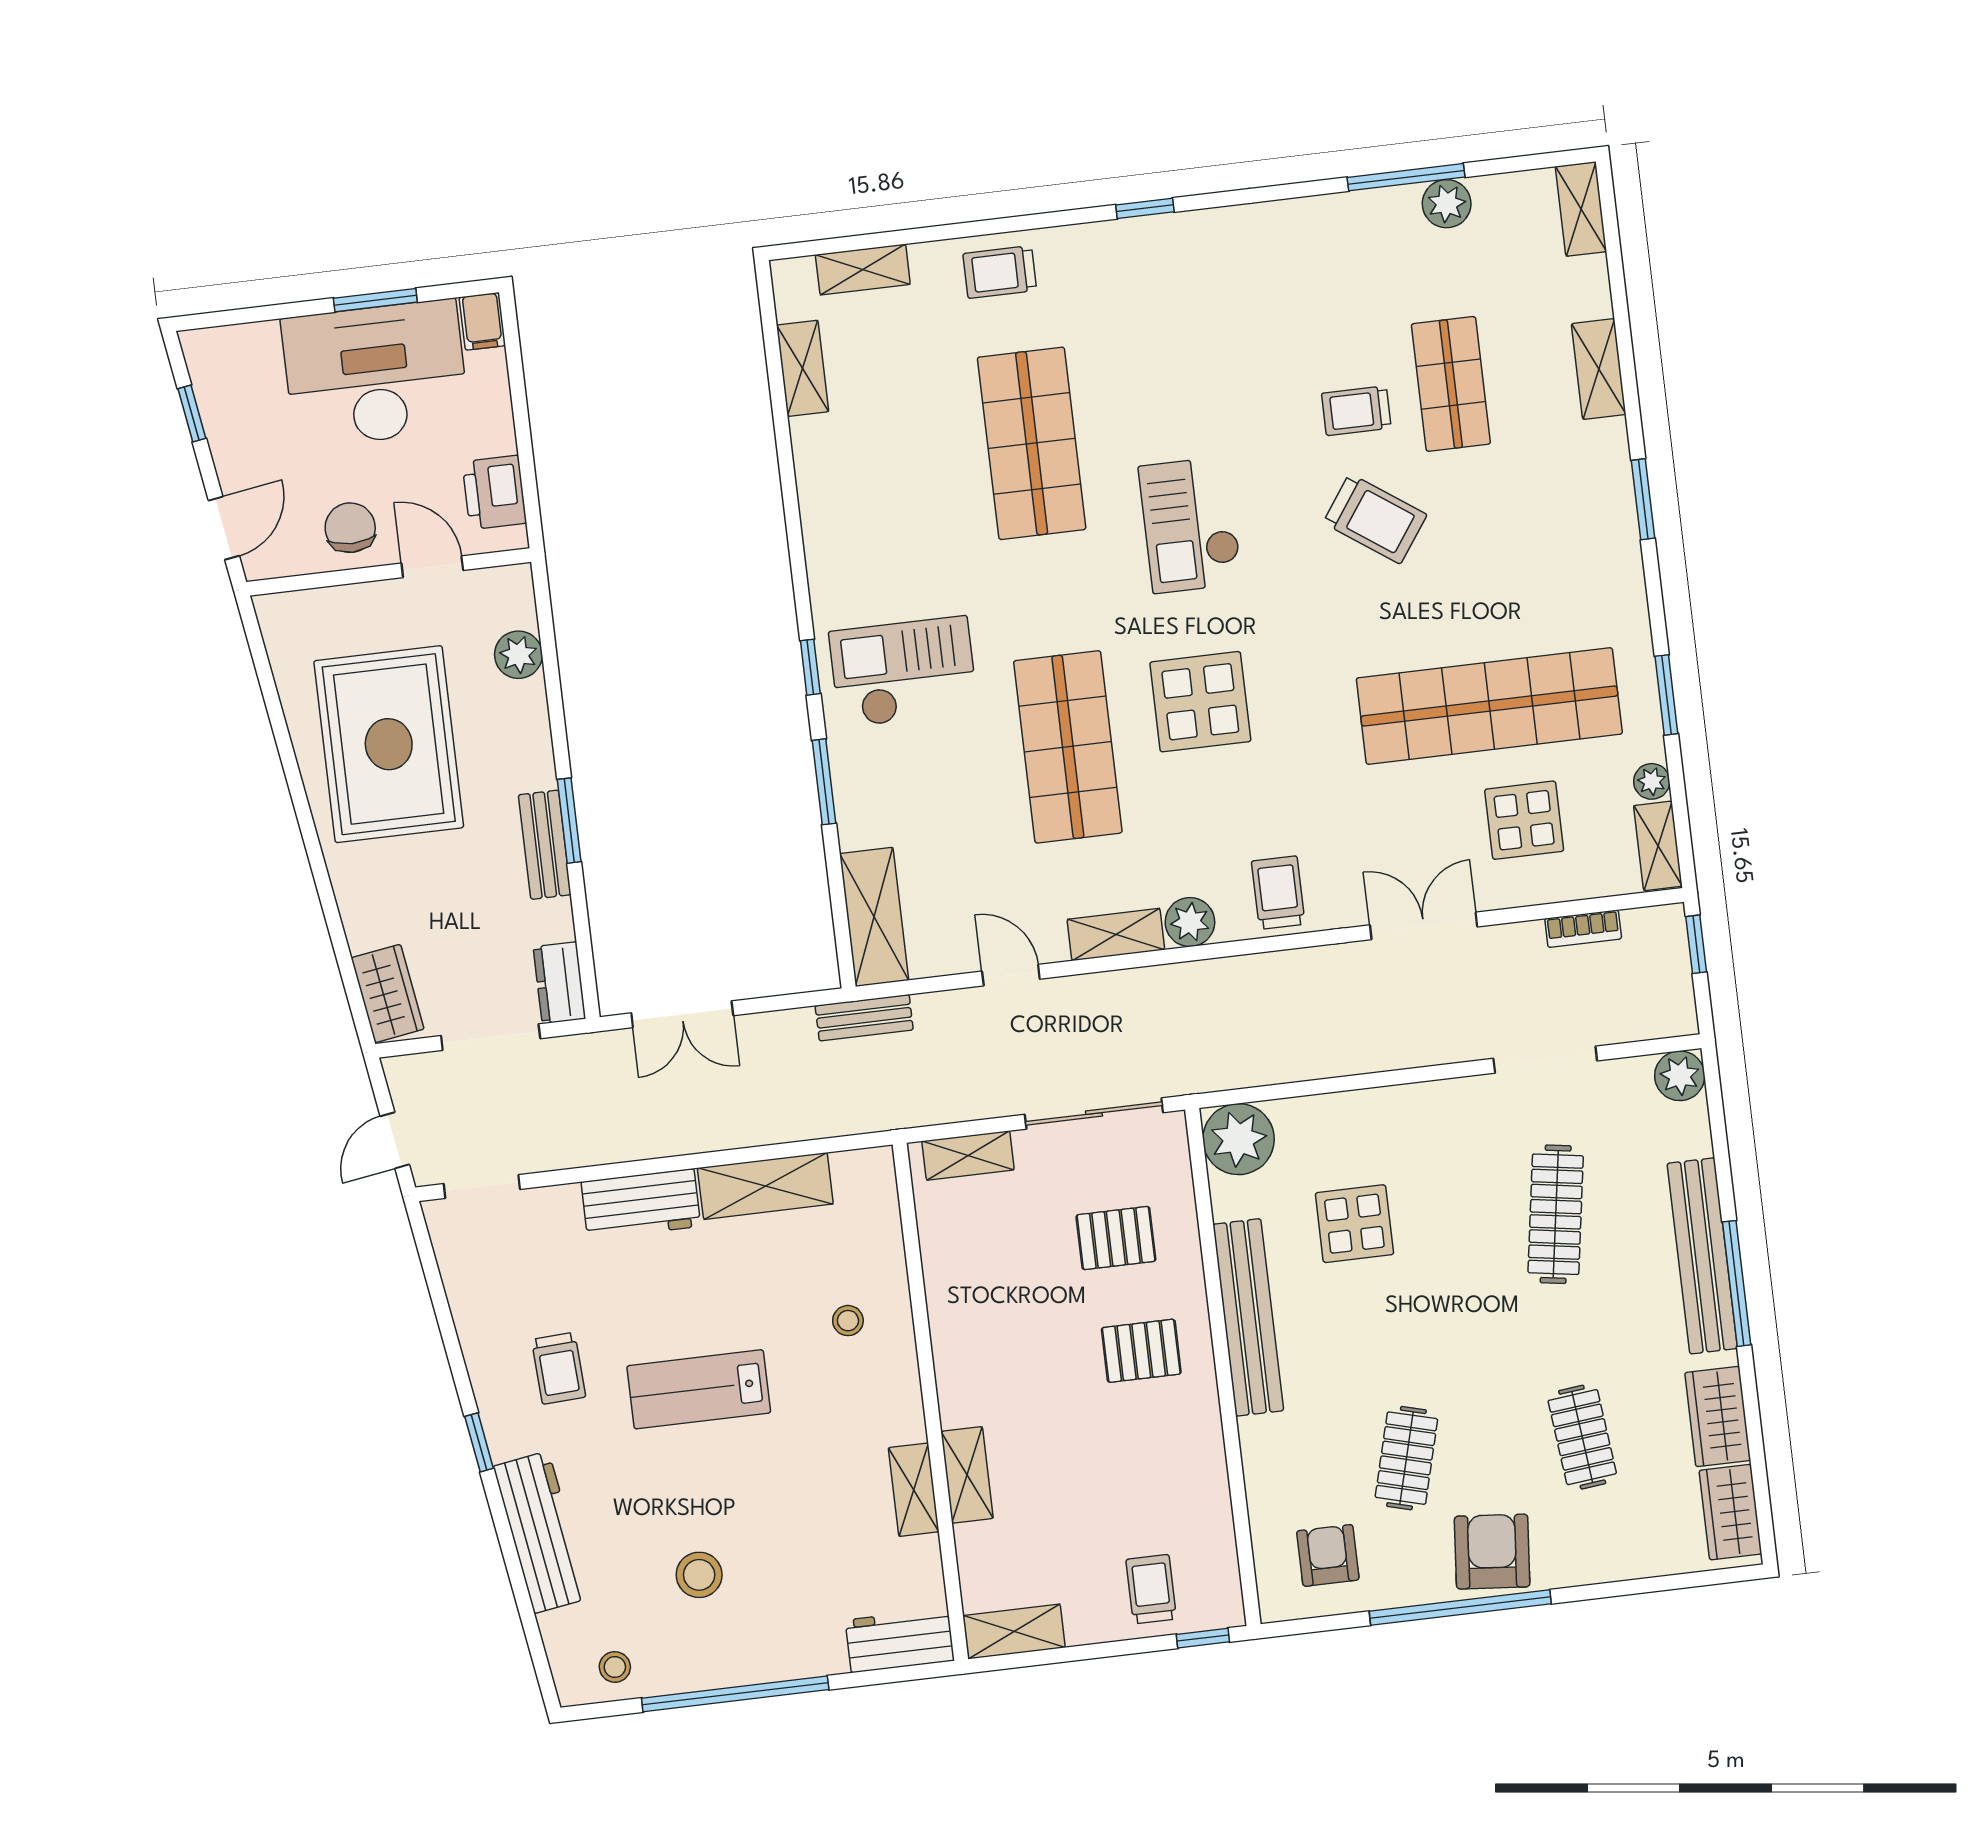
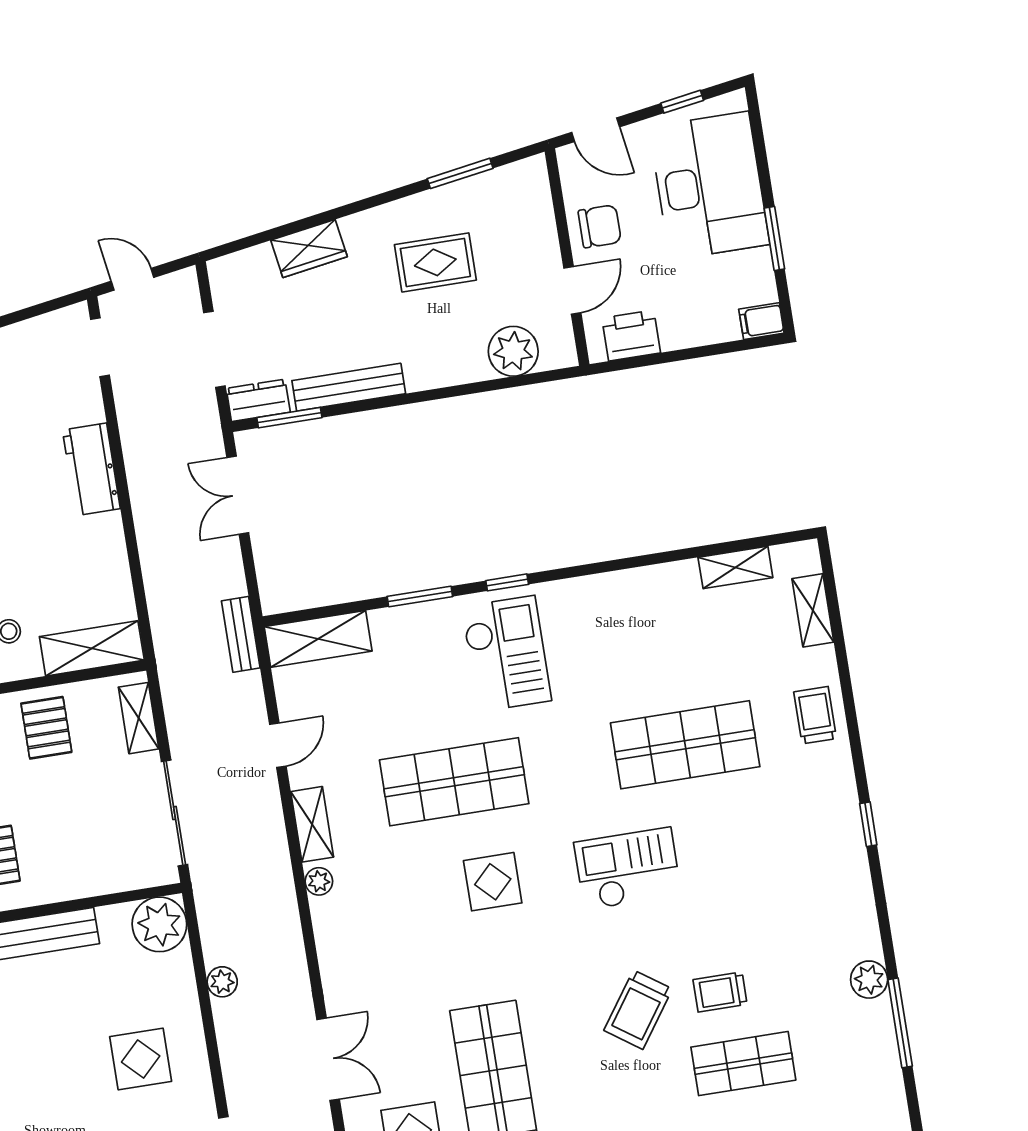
plant: (1447, 204) -> (869, 980), moved
desk: (376, 374) -> (709, 186), moved
trolley: (1356, 411) -> (720, 992), turned -90
plant: (518, 655) -> (513, 351), width x1.36, depth x1.36
display table: (1200, 702) -> (493, 882), width x0.73, depth x0.73
window: (274, 707) -> (460, 173), added
rug: (389, 744) -> (435, 262), width x0.54, depth x0.49
window: (569, 821) -> (289, 418), moved
bench: (545, 845) -> (349, 387), width x1.36
trolley: (1278, 893) -> (349, 947), removed
plant: (1190, 922) -> (319, 881), width x0.73, depth x0.73
wardrobe: (388, 993) -> (309, 248), moved
plant: (1317, 1060) -> (222, 982), added
shelving: (765, 1186) -> (92, 648), moved, turned 90
display table: (1354, 1224) -> (141, 1059), moved
pallet: (1116, 1238) -> (46, 728), moved

